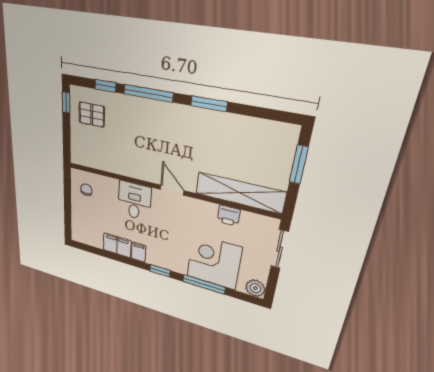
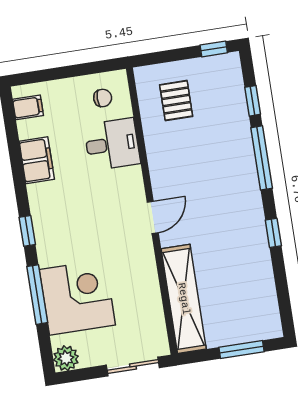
window: (209, 104) -> (273, 233), width x0.67
pallet: (92, 115) -> (176, 101), moved
desk: (134, 201) -> (112, 144), moved
printer: (229, 216) -> (149, 295), removed
filing cabinet: (139, 252) -> (28, 107), moved

